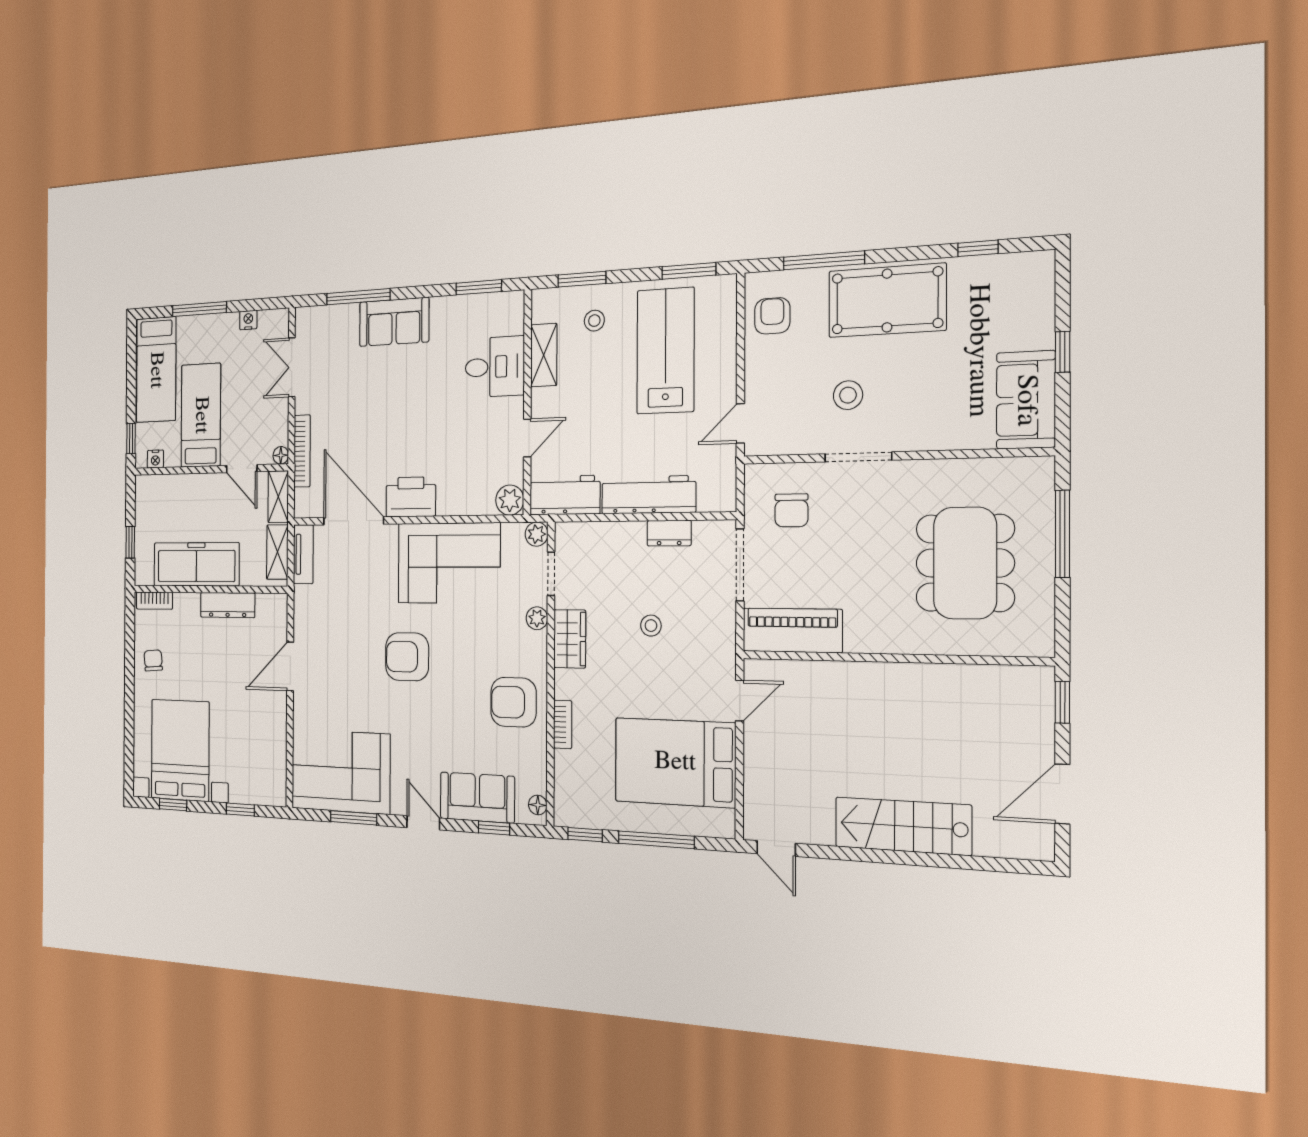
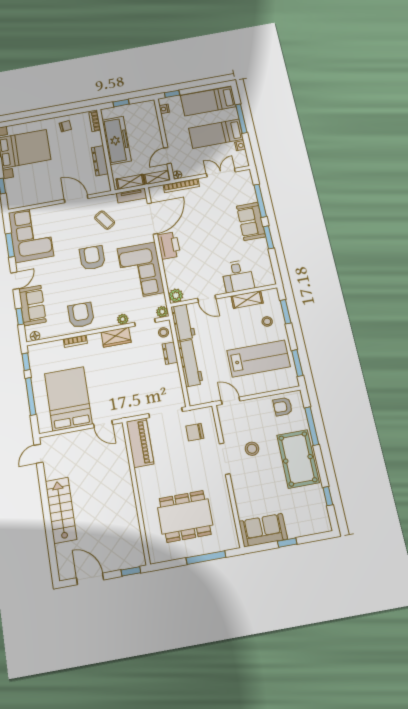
window: (479, 287) -> (269, 237), moved
armchair: (772, 316) -> (283, 407), turned 180
bed: (201, 415) -> (216, 134), moved, turned 180
dresser: (669, 533) -> (170, 353), moved
coffee table: (340, 617) -> (105, 220), added
stool: (651, 626) -> (164, 332), moved

